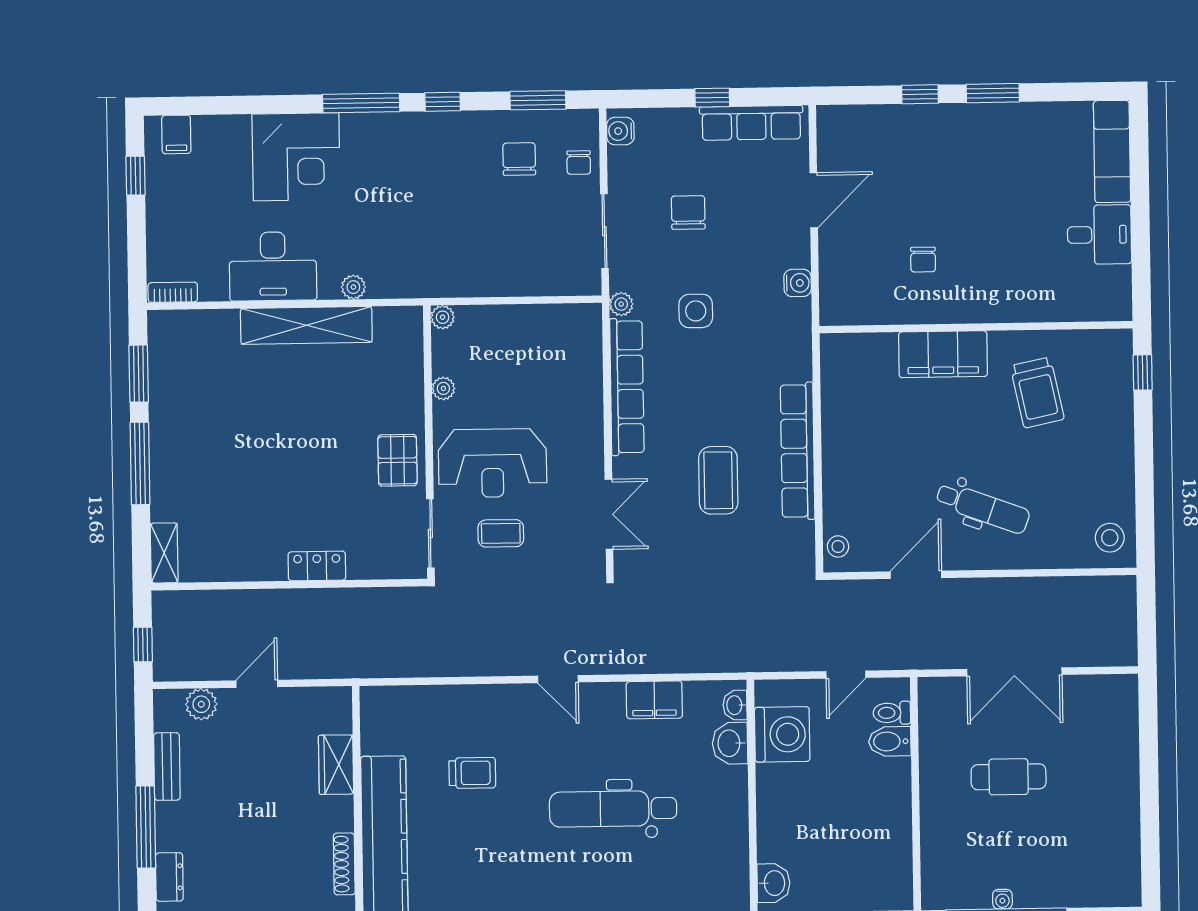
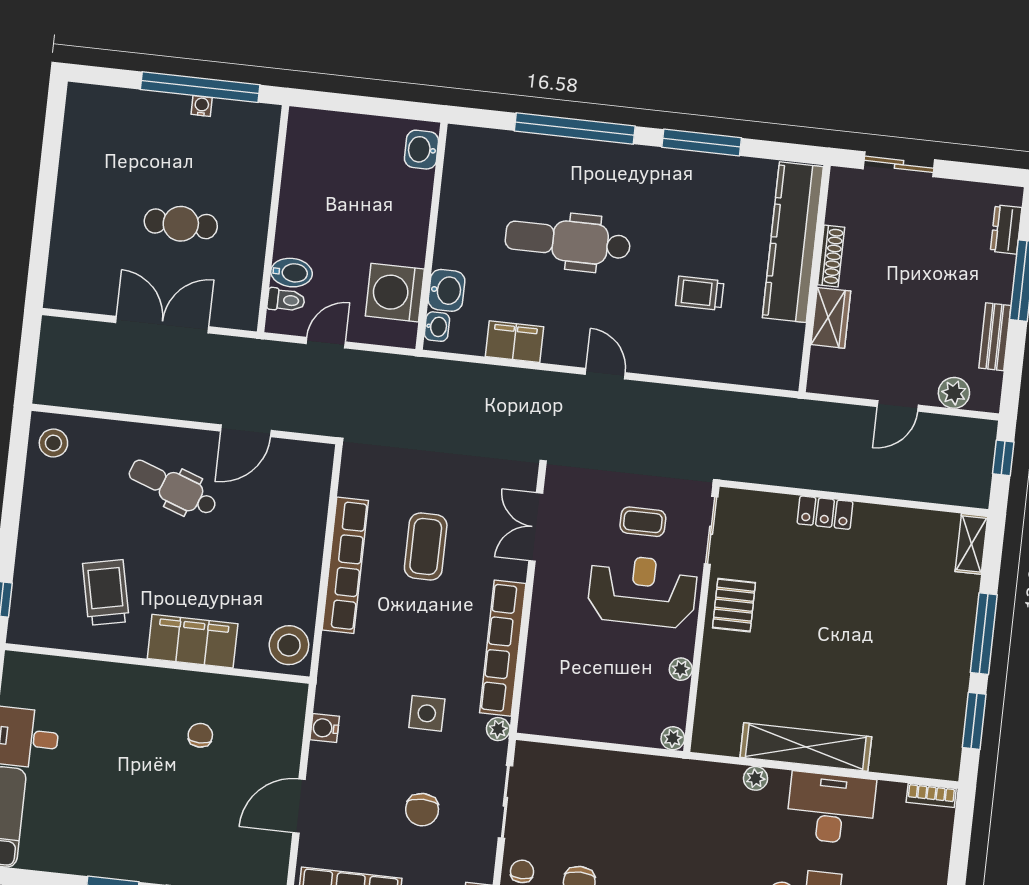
stool: (838, 546) -> (289, 645), moved, width x1.89, depth x1.89
dental chair: (613, 809) -> (568, 241), turned 180
shoe rack: (344, 864) -> (831, 256), moved

